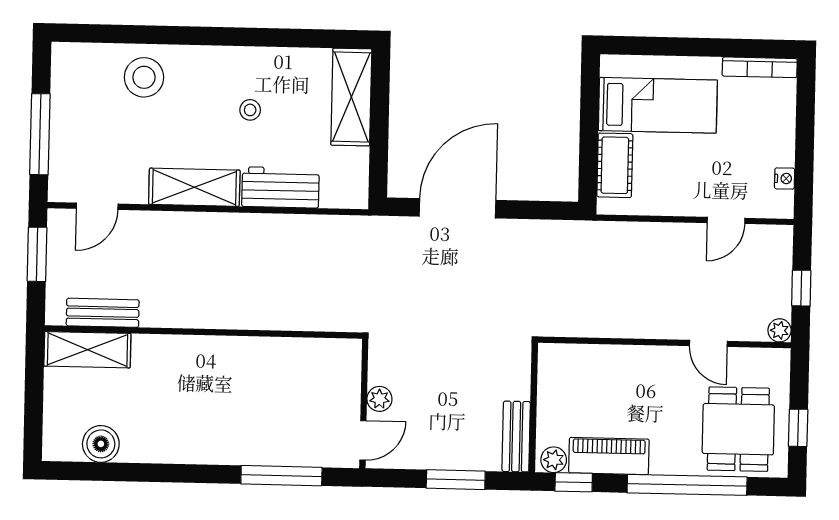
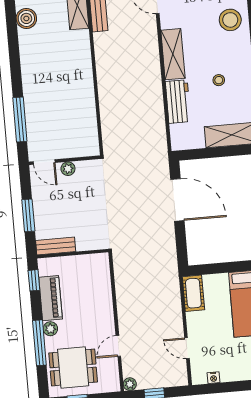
cot: (615, 165) -> (193, 293), moved, turned 90
plant: (554, 460) -> (50, 329), moved
window: (687, 485) -> (39, 343), width x0.68

